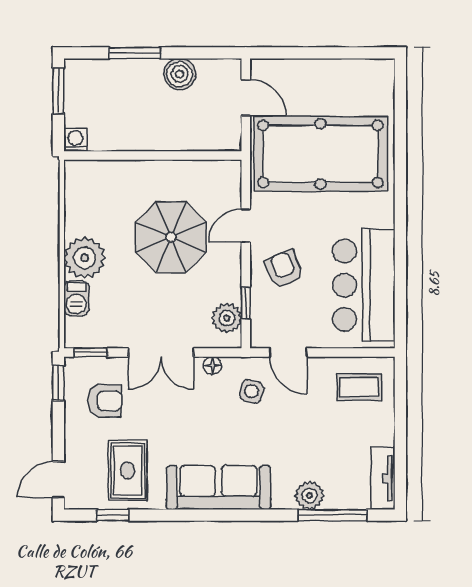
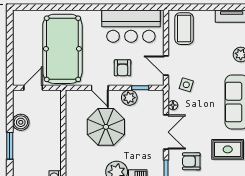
armchair: (284, 269) -> (123, 68), turned -68
plant: (227, 318) -> (129, 98), moved
door: (288, 352) -> (166, 66), swing flipped
coffee table: (359, 387) -> (184, 29), width x1.36, depth x1.30
armchair: (105, 401) -> (191, 161), turned -90

